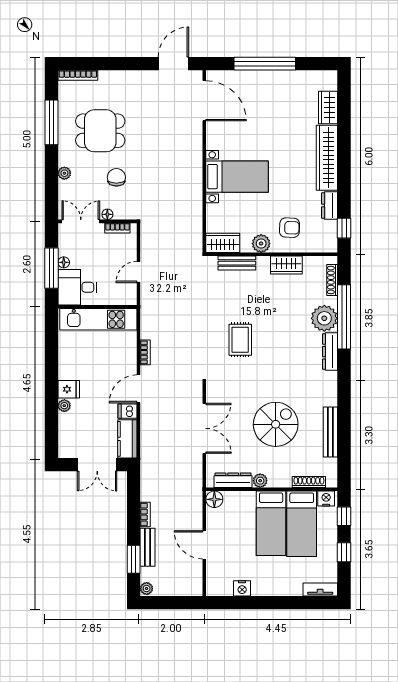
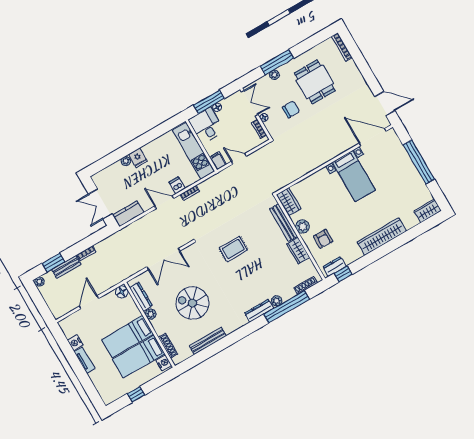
door: (204, 101) -> (373, 137), swing flipped
wardrobe: (328, 108) -> (428, 211), moved
window: (51, 122) -> (277, 62), moved
bed with nightstands: (237, 177) -> (354, 176), moved
dresser: (330, 206) -> (334, 266), moved
bench: (237, 263) -> (284, 223), width x1.36
filing cabinet: (127, 298) -> (218, 161), added
plant: (324, 318) -> (277, 301), width x0.53, depth x0.53
dishwasher: (128, 411) -> (177, 185), moved
spiral stairs: (276, 424) -> (192, 303), turned 180
window: (344, 516) -> (159, 381), removed
tv unit: (320, 589) -> (84, 360), moved

